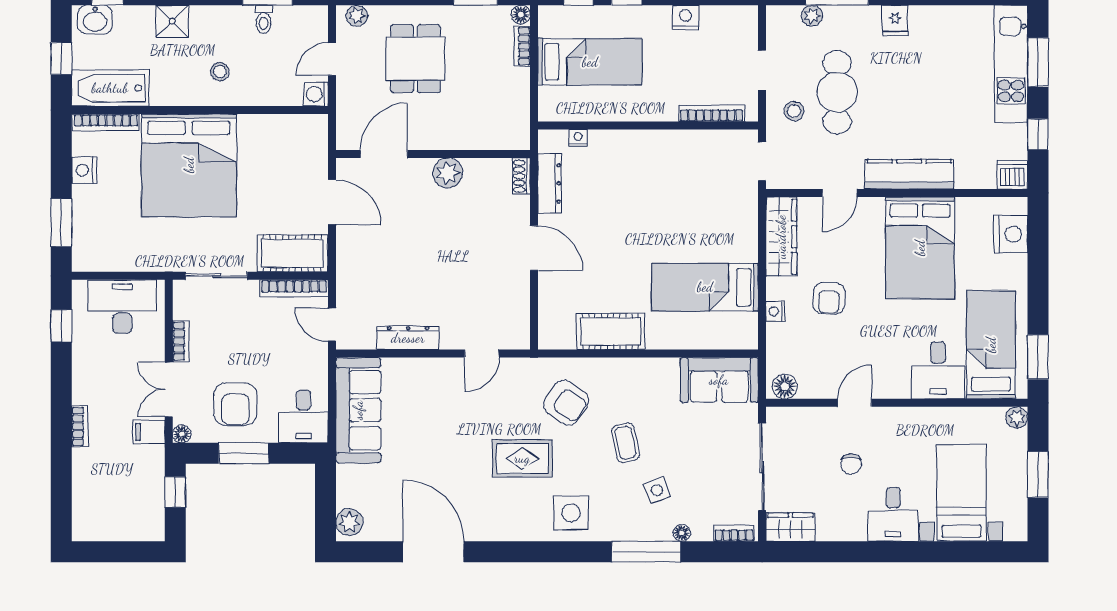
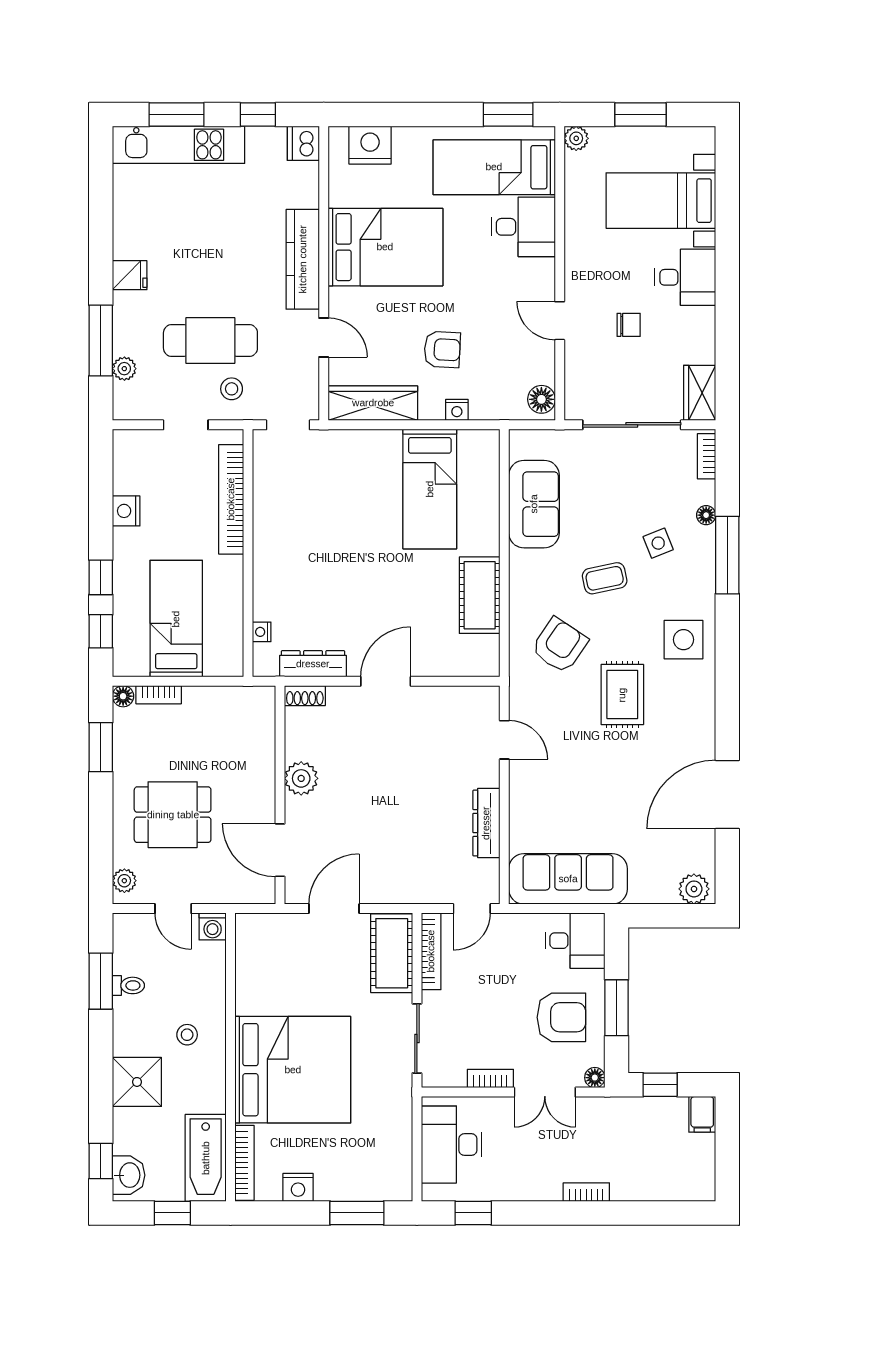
shower: (172, 21) -> (137, 1082), width x1.36, depth x1.36
bookcase: (712, 113) -> (231, 499), width x1.48, depth x1.31
sofa: (719, 380) -> (534, 504), moved
filing cabinet: (149, 432) -> (702, 1114), moved

